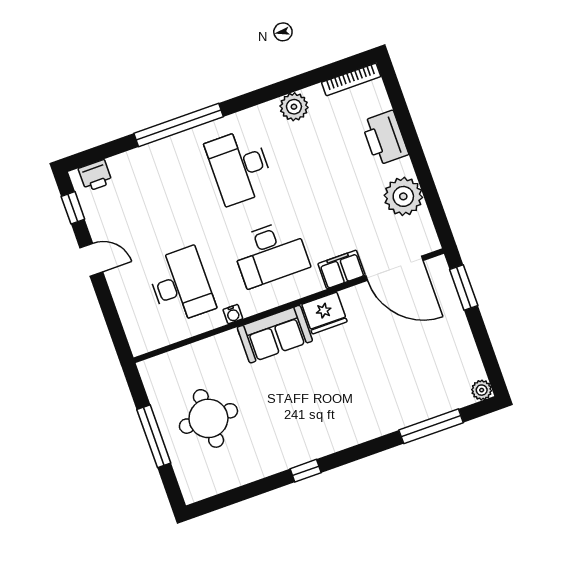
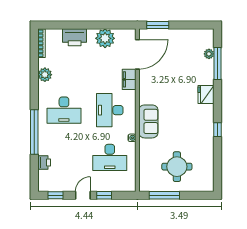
printer: (95, 176) -> (44, 162), moved
desk: (270, 253) -> (110, 110), turned 180
desk: (181, 285) -> (110, 157), turned 180
window: (106, 300) -> (104, 195), added
fridge: (324, 313) -> (206, 95), moved, turned 180
plant: (482, 390) -> (209, 54), moved
window: (154, 436) -> (164, 195), moved

